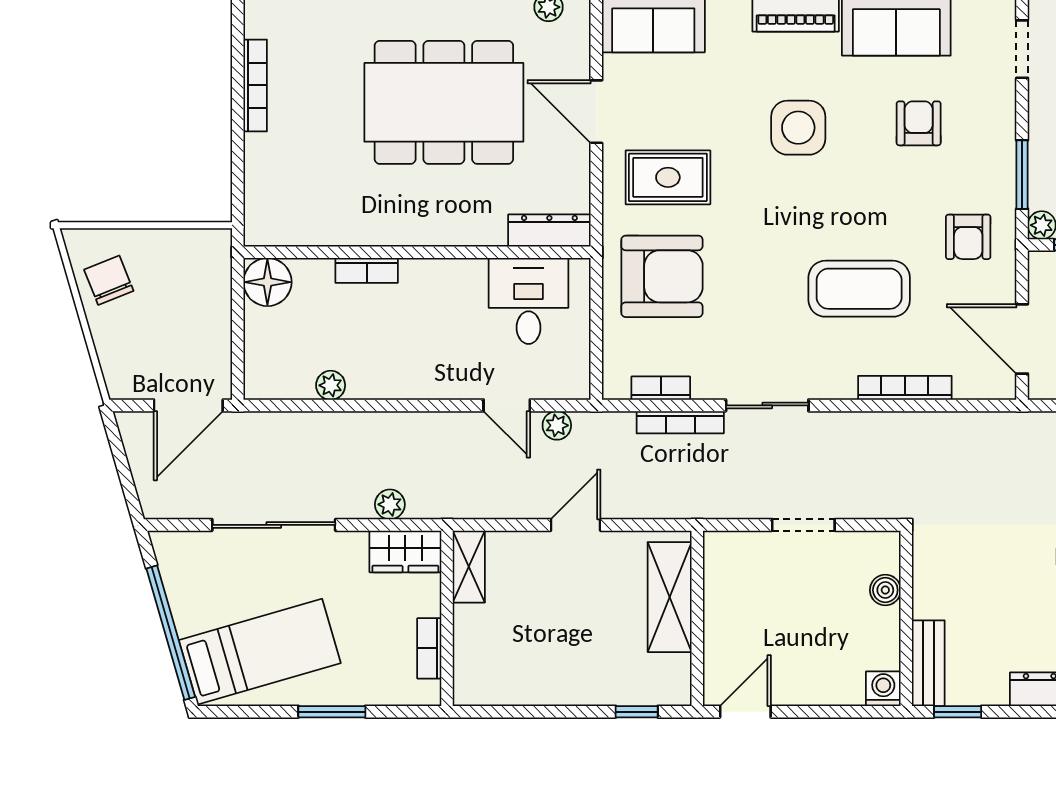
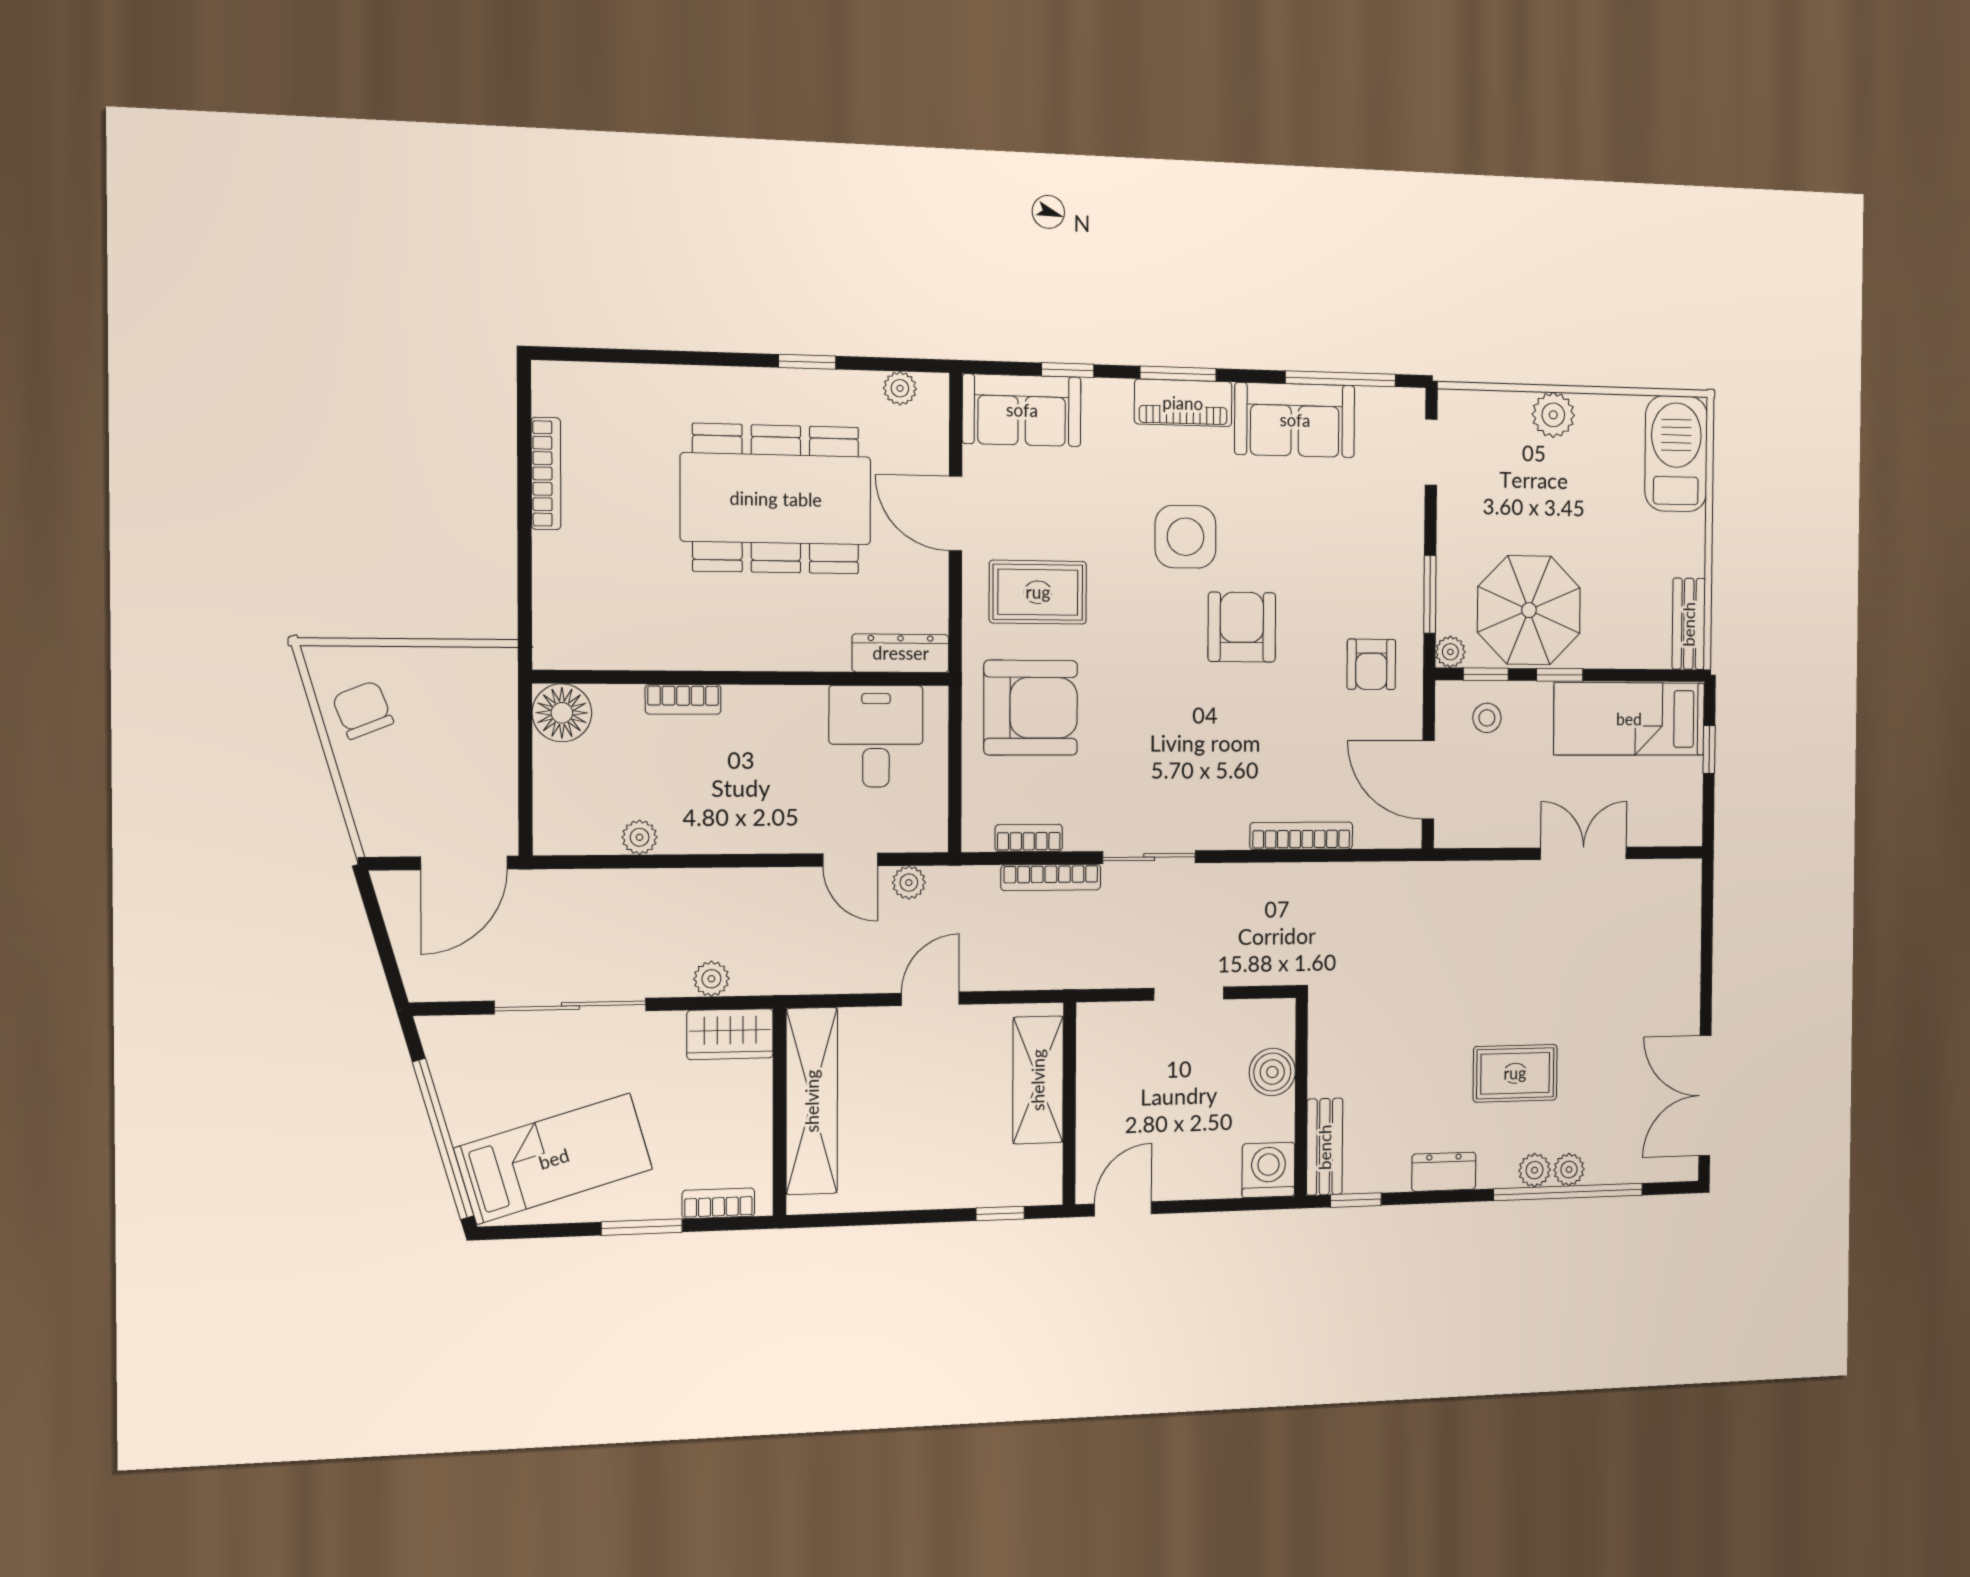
armchair: (919, 123) -> (1242, 627), moved, width x1.38, depth x1.38
coffee table: (859, 289) -> (1252, 723), removed
shelving: (469, 567) -> (812, 1101), width x2.20, depth x1.33
boiler: (885, 590) -> (1272, 1072), width x1.36, depth x1.36
bookcase: (429, 648) -> (718, 1203), moved, turned 90
washing machine: (883, 689) -> (1268, 1170), width x1.38, depth x1.38

